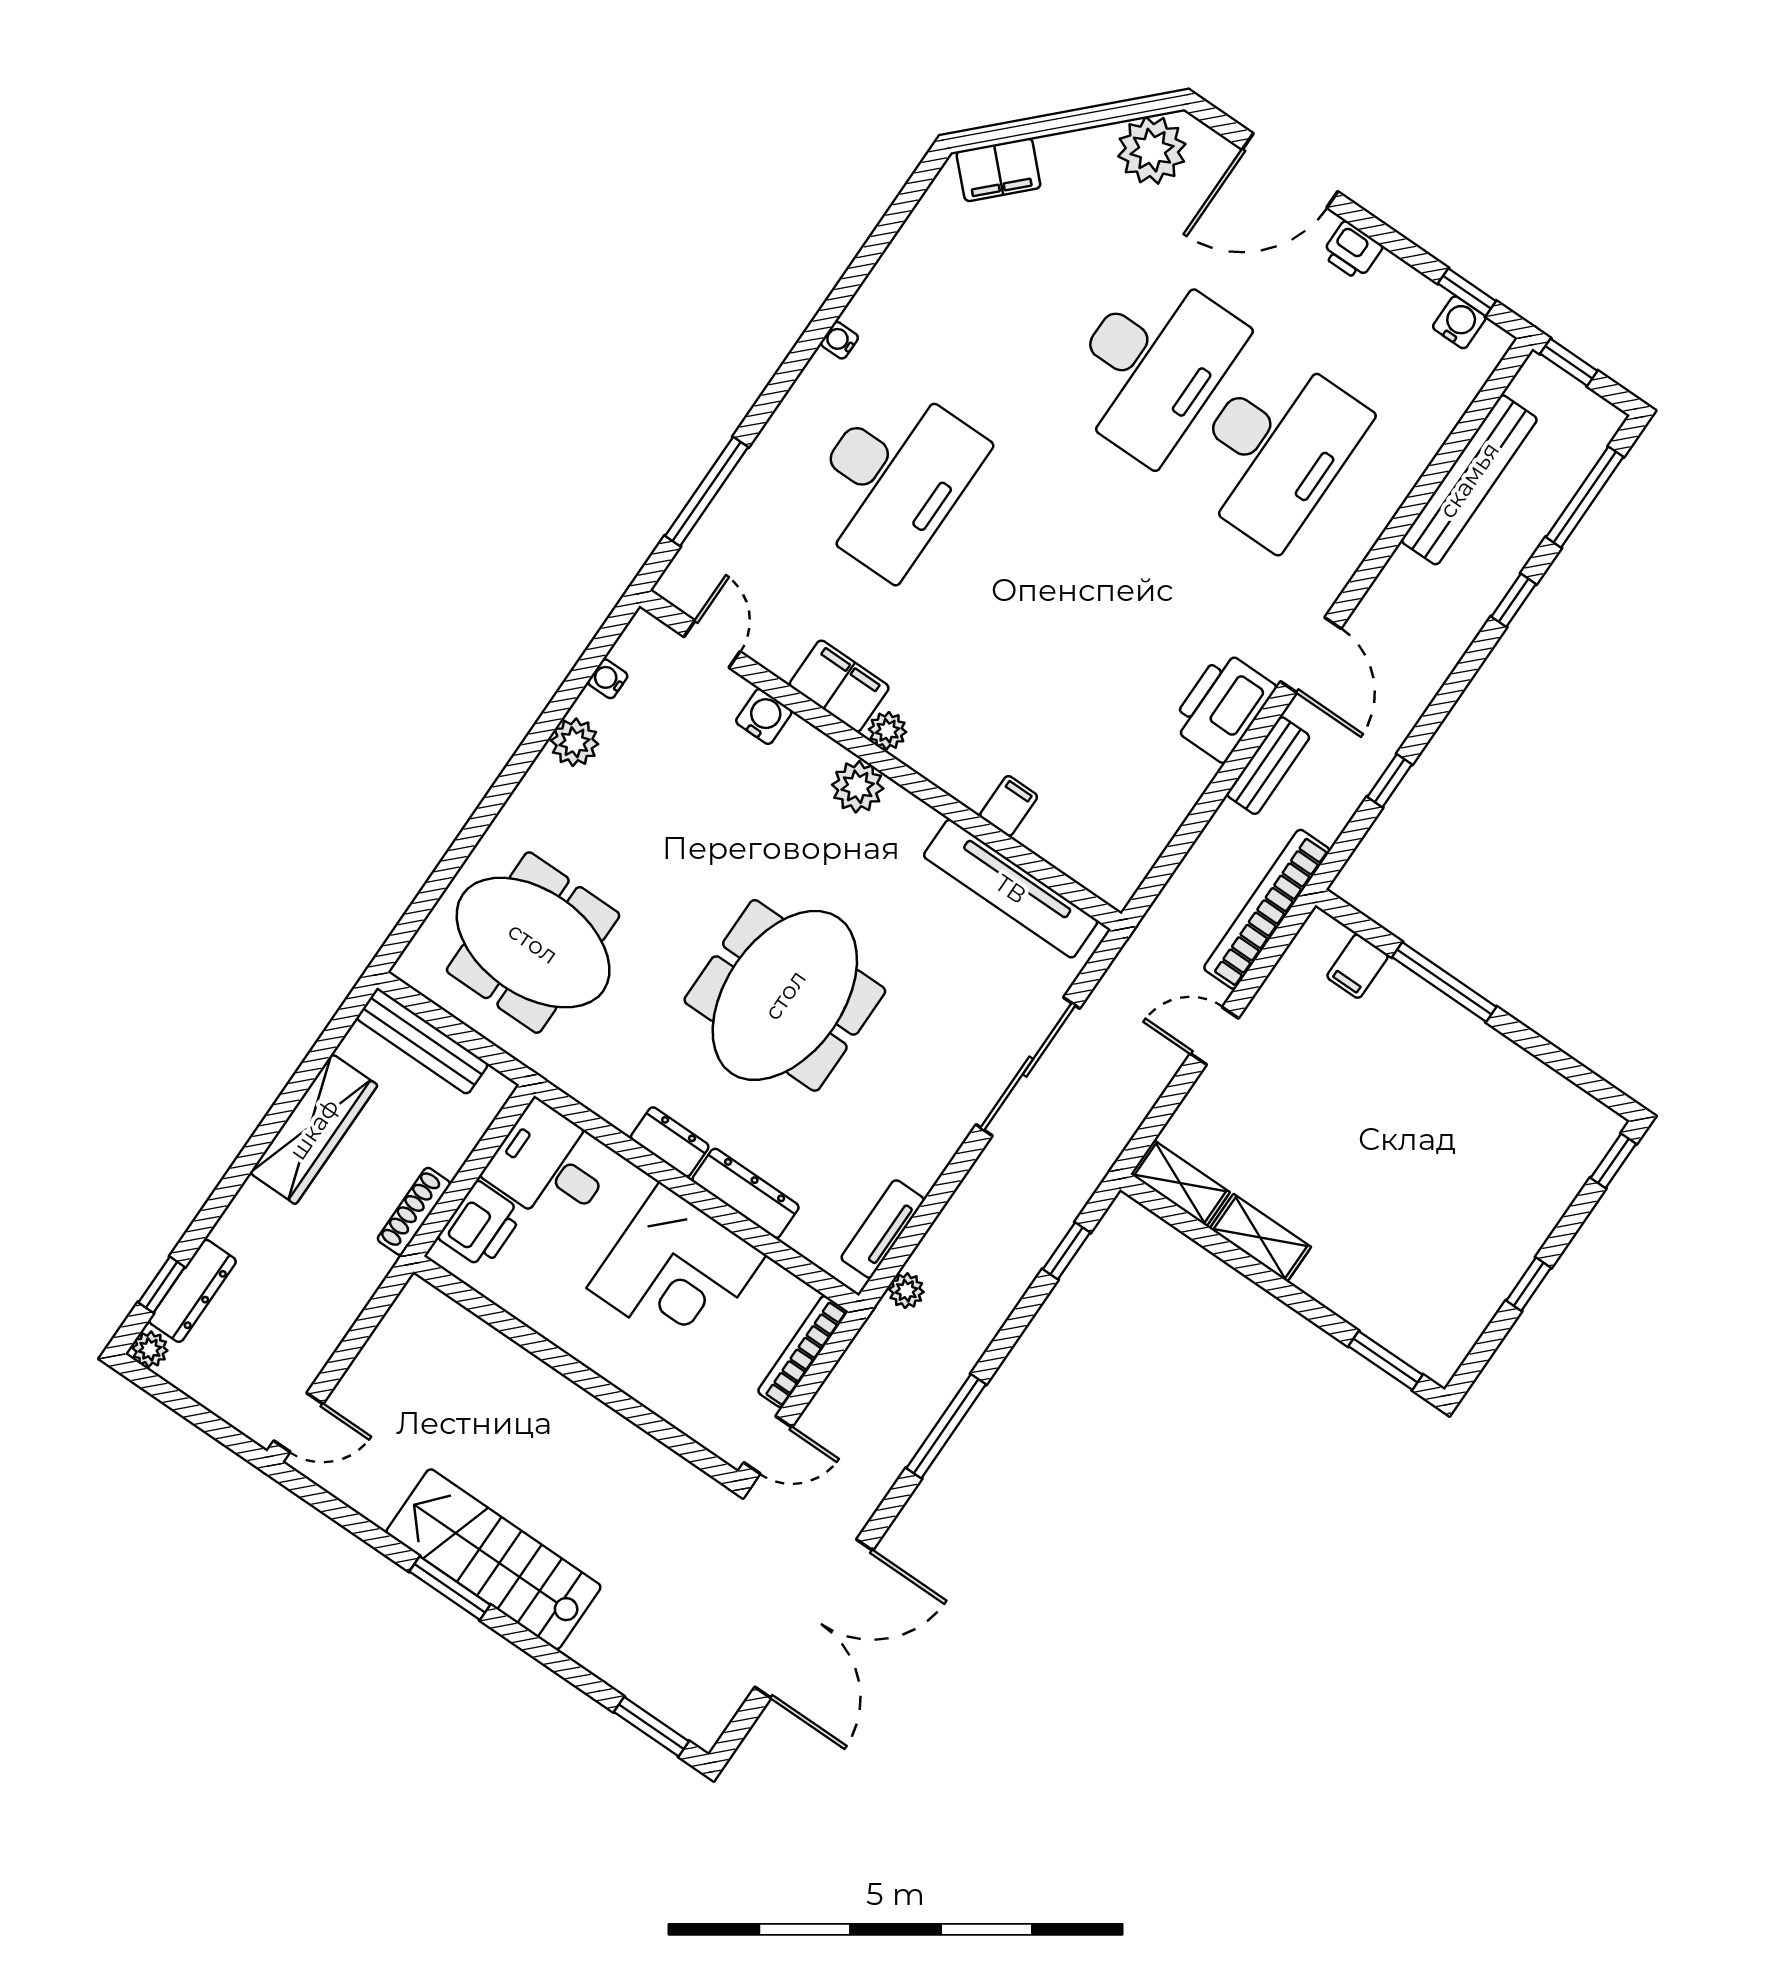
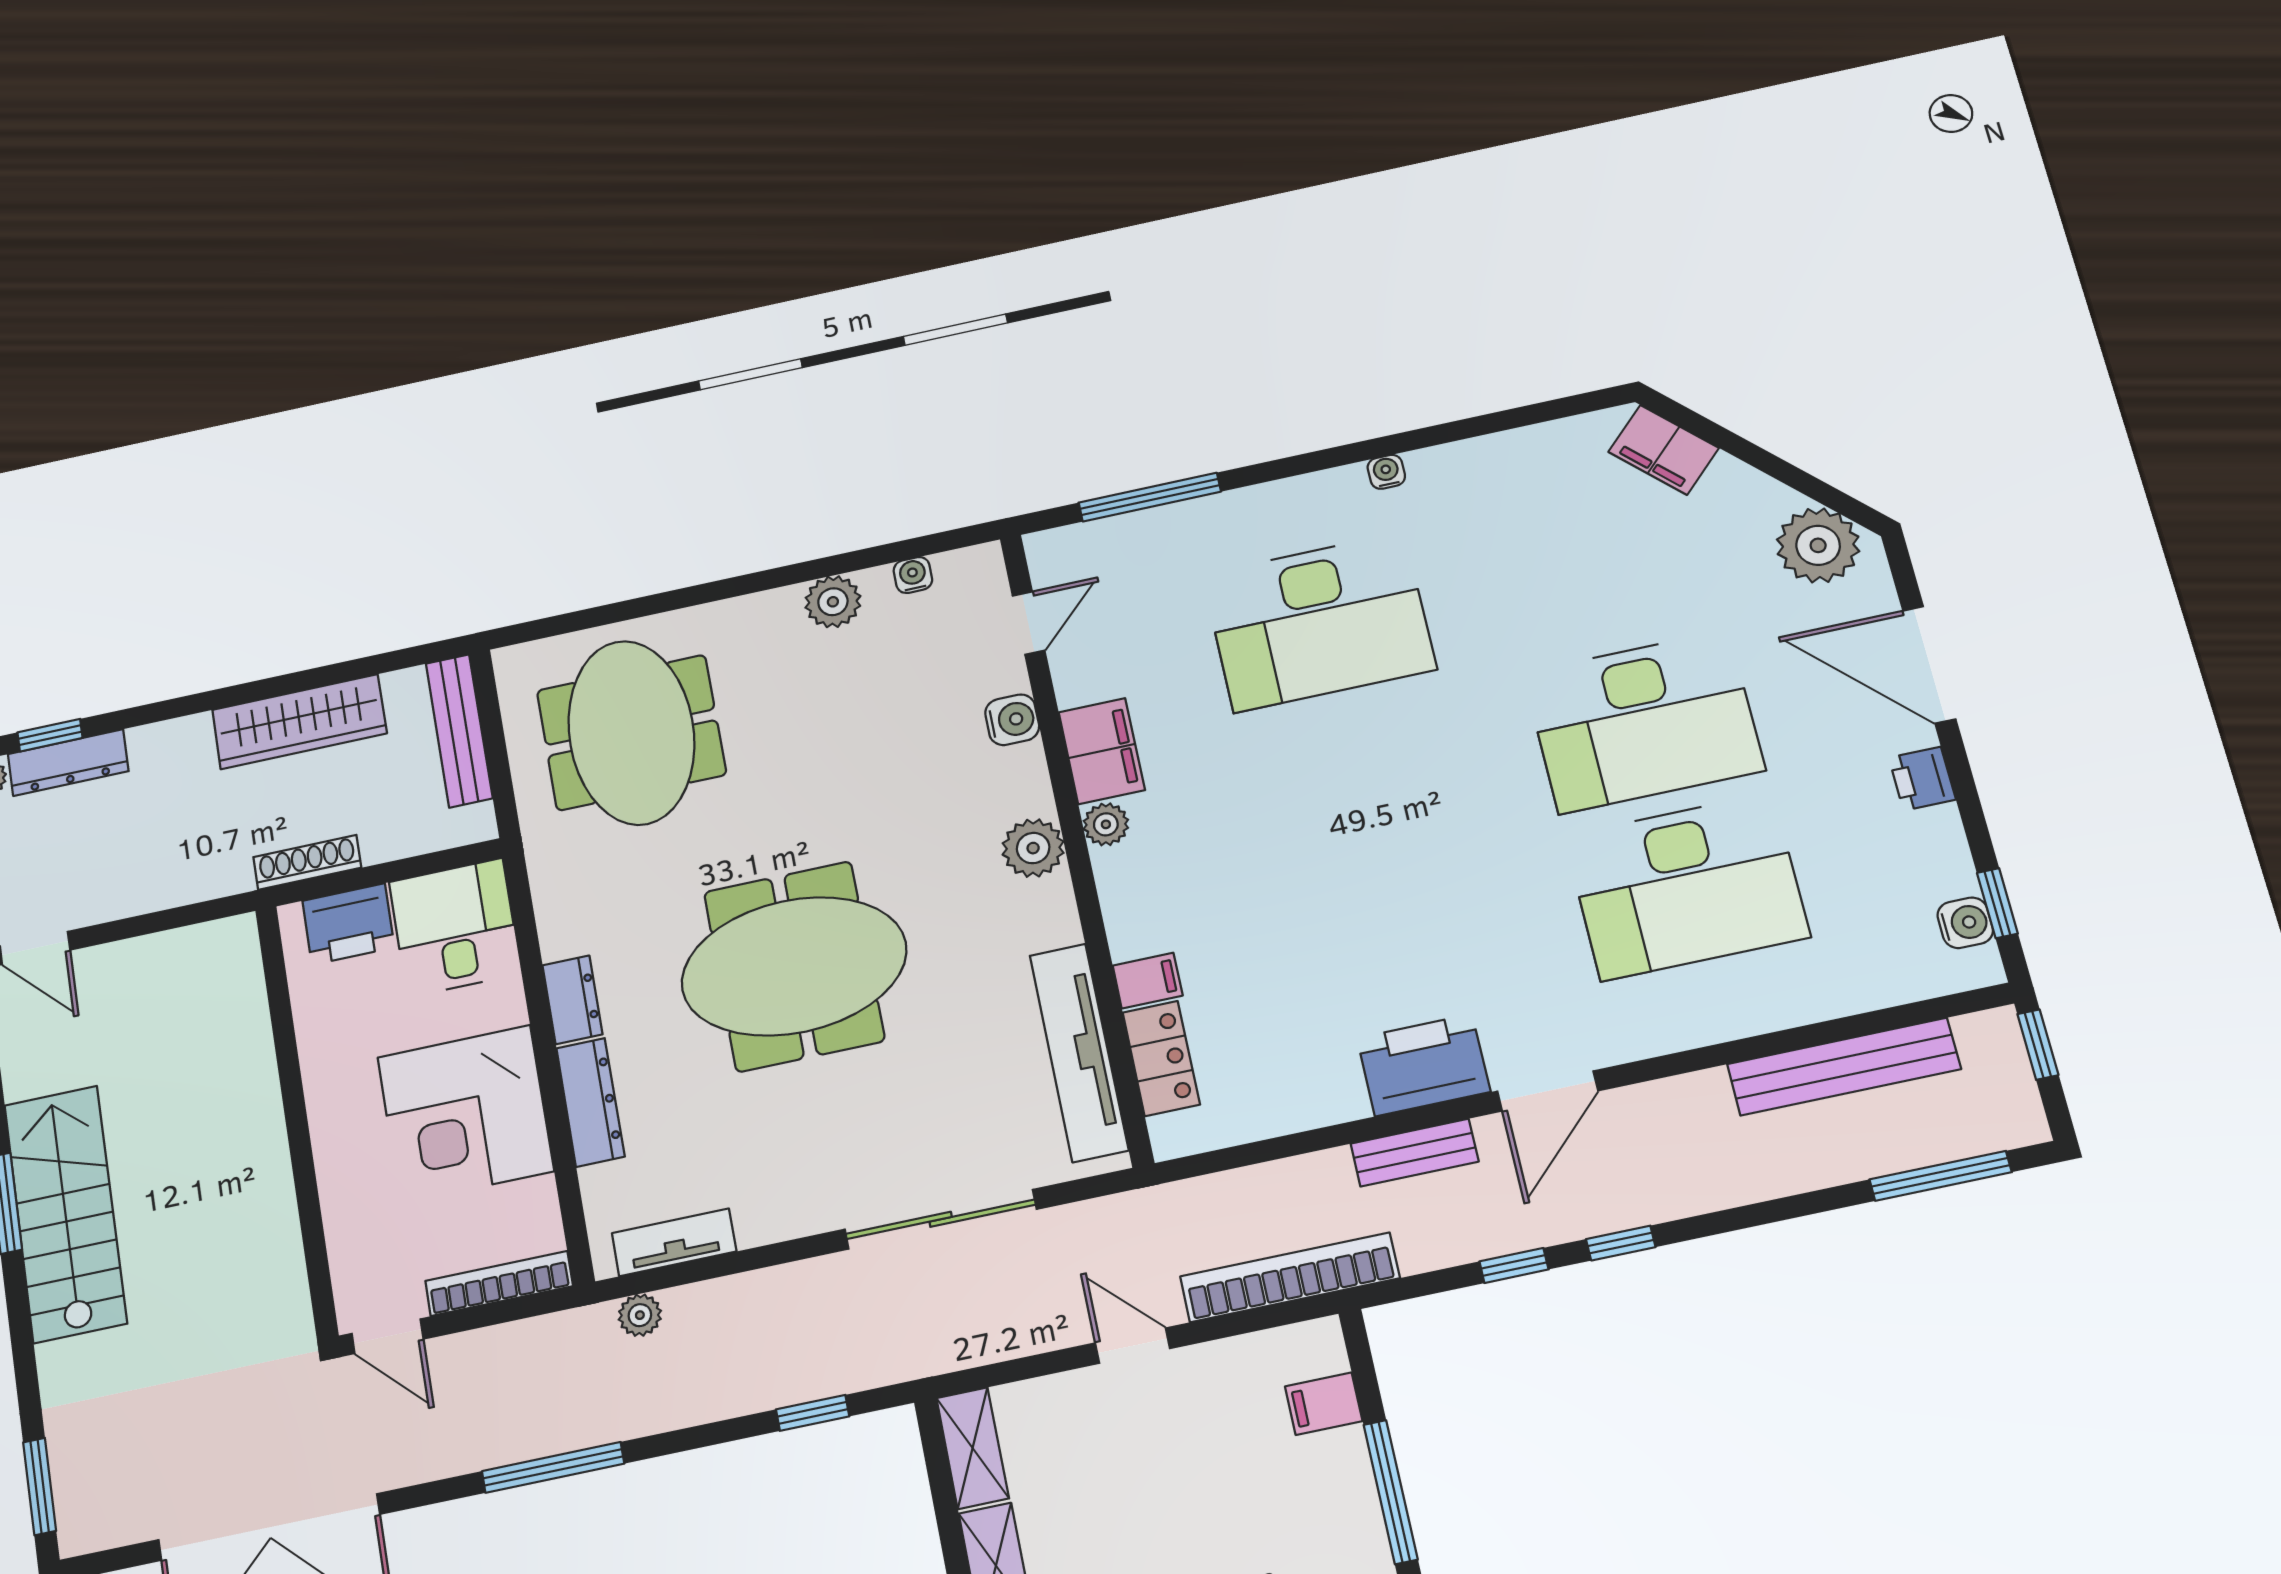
window: (1514, 600) -> (1621, 1243), moved
locker: (1063, 847) -> (1161, 1058), added

